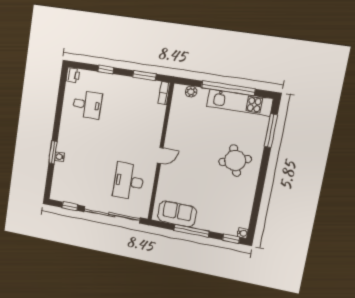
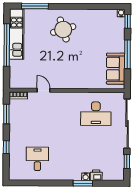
printer: (73, 75) -> (96, 175), moved
plant: (191, 92) -> (14, 74), removed
door: (160, 156) -> (44, 90), moved

